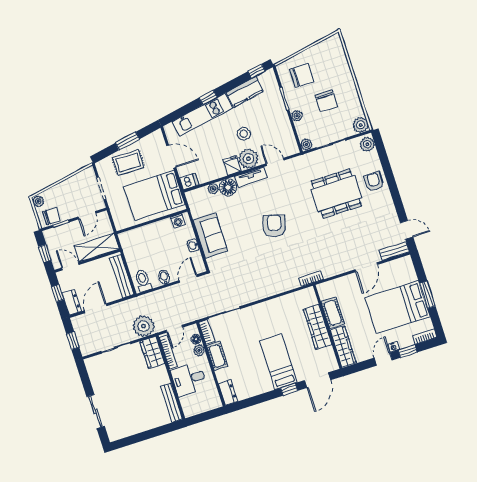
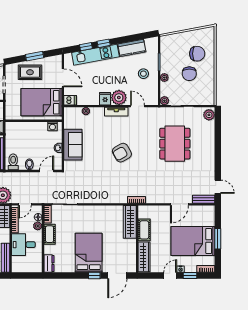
window: (257, 71) -> (86, 47), moved
chair: (302, 75) -> (197, 54), moved
plant: (361, 125) -> (209, 99), removed
stool: (244, 134) -> (143, 74), moved
armchair: (374, 182) -> (205, 144), removed
floor lamp: (228, 187) -> (97, 114), removed
dining table: (336, 194) -> (175, 144), turned 90
armchair: (274, 226) -> (122, 153), turned -136
wardrobe: (317, 327) -> (130, 222), moved
bed: (278, 361) -> (89, 253), width x1.50

